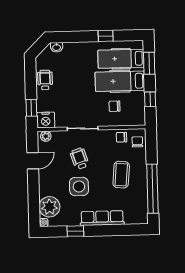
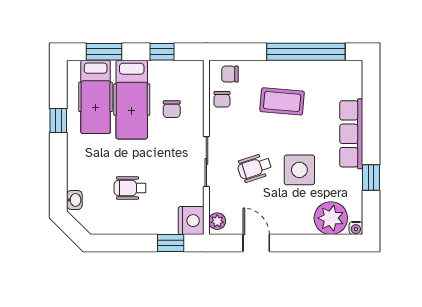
wheelchair: (45, 80) -> (130, 188), moved

